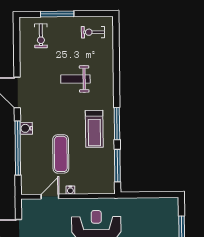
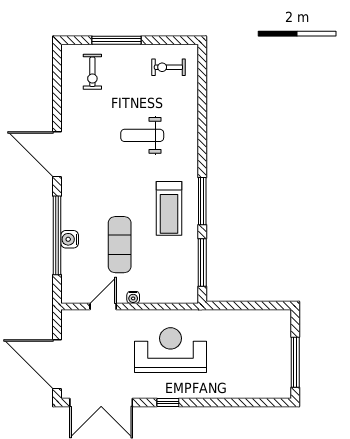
water cooler: (26, 128) -> (70, 239), moved

